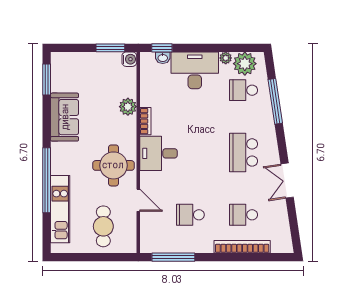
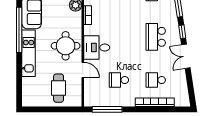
window: (282, 145) -> (182, 32), added
desk: (158, 153) -> (97, 48), moved
window: (47, 180) -> (19, 30), moved
kitchen unit: (60, 209) -> (29, 53), moved

